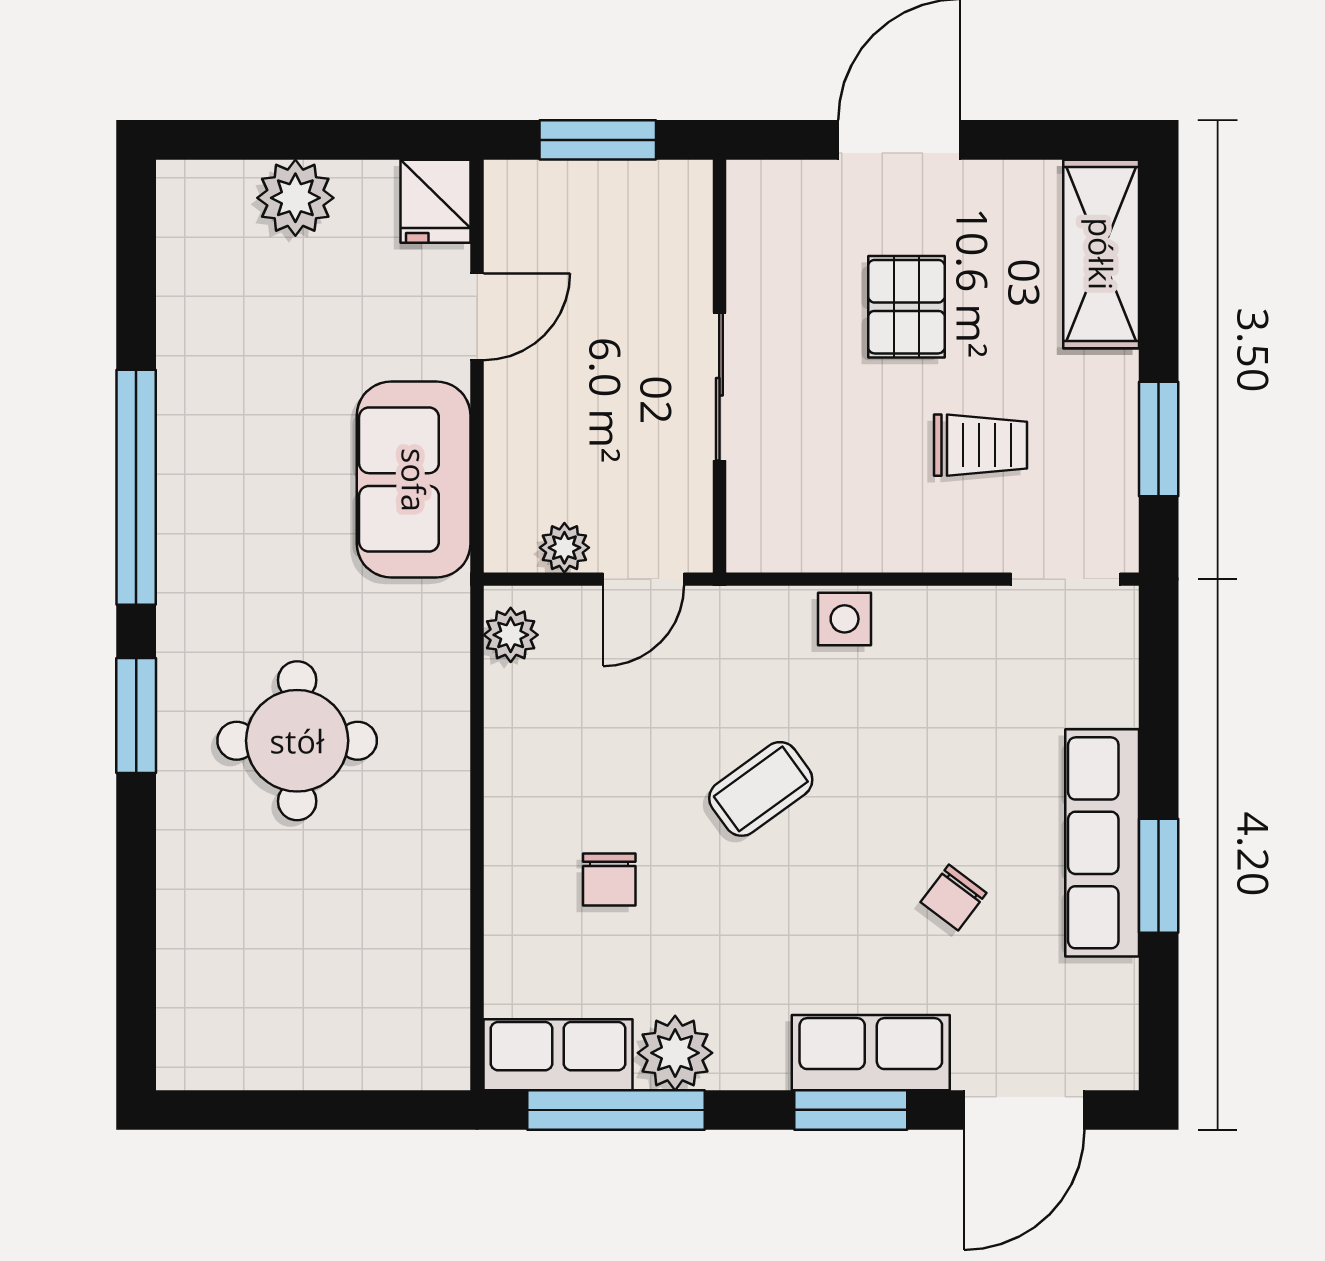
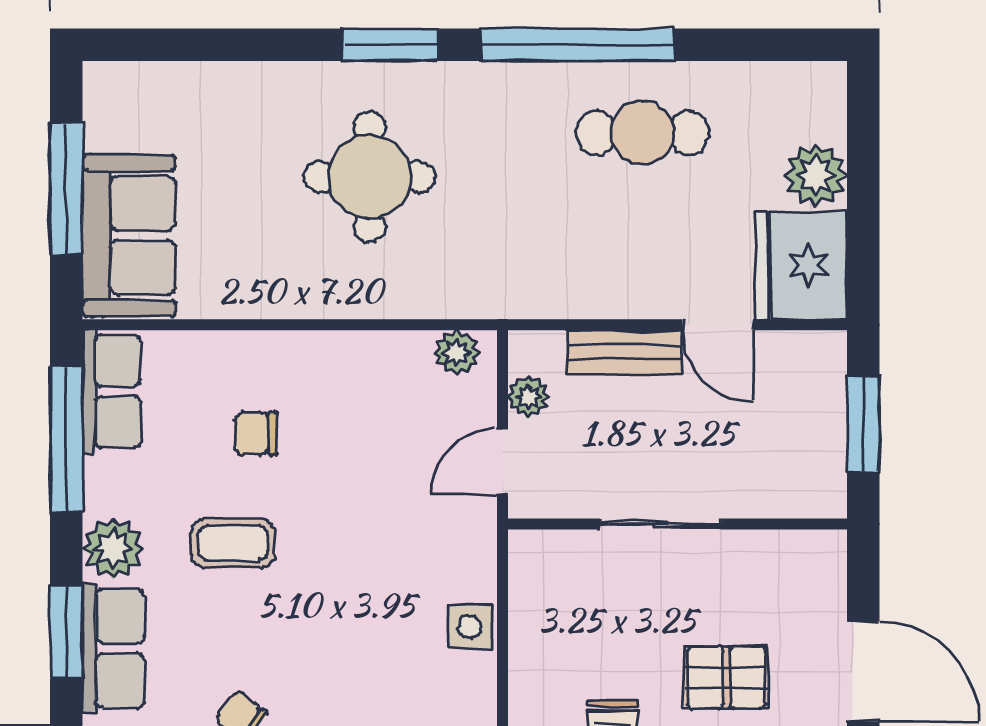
fridge: (435, 201) -> (801, 265), width x1.88, depth x1.34
cafe table: (243, 408) -> (643, 133), added
bench: (510, 431) -> (624, 352), added
sofa: (414, 480) -> (129, 235), moved, turned 90
door: (643, 579) -> (502, 462), hinge flipped
coffee table: (761, 789) -> (233, 543), moved, turned -54
plant: (675, 1053) -> (113, 549), moved
window: (311, 1110) -> (66, 189), added

